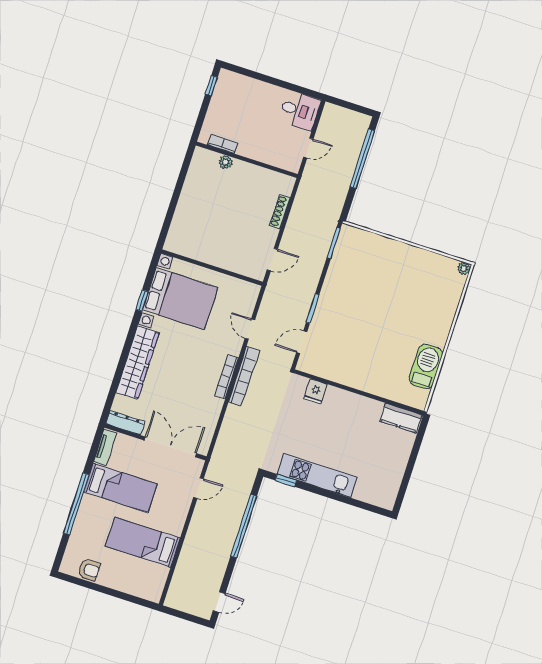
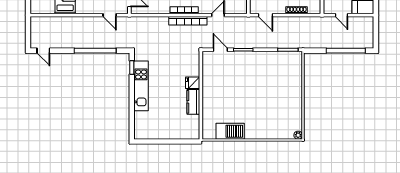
fridge: (315, 391) -> (193, 83), moved
kitchen counter: (401, 418) -> (193, 102), moved

